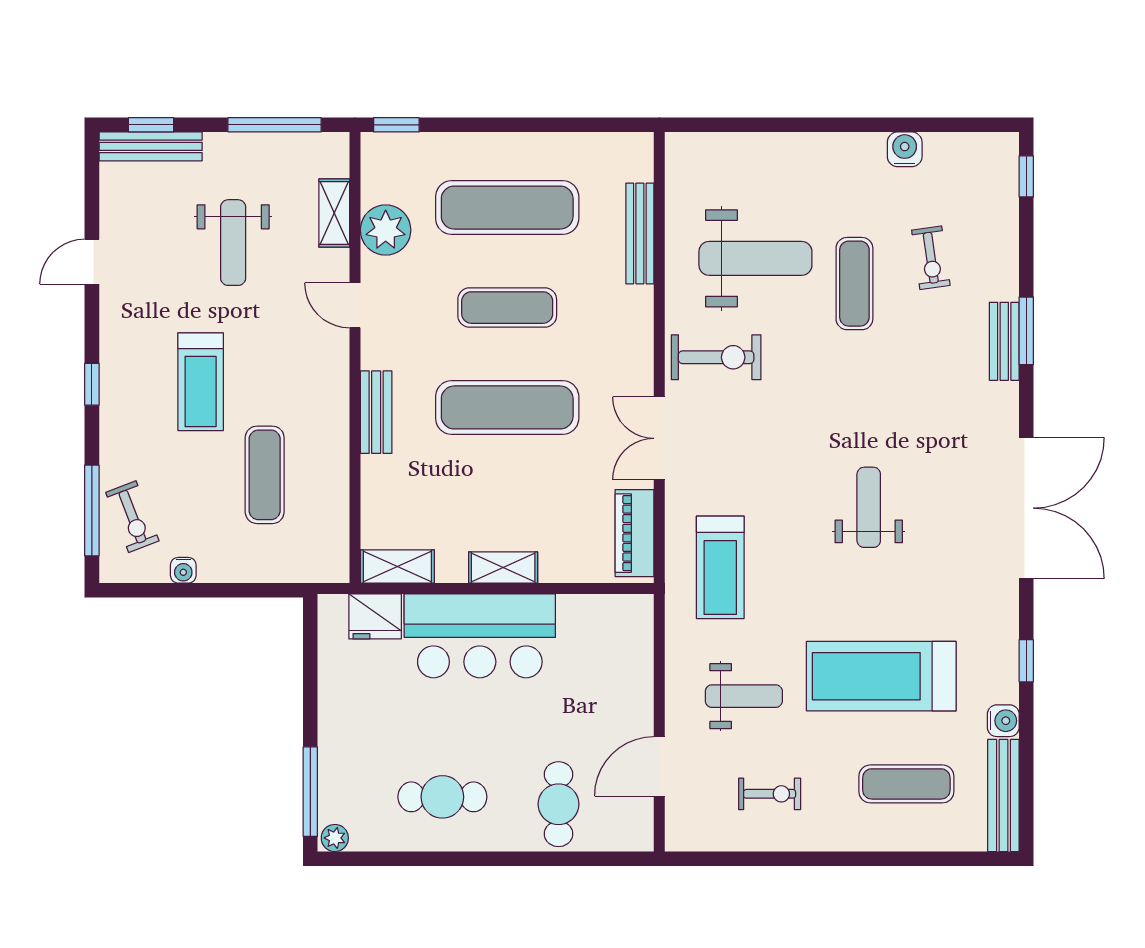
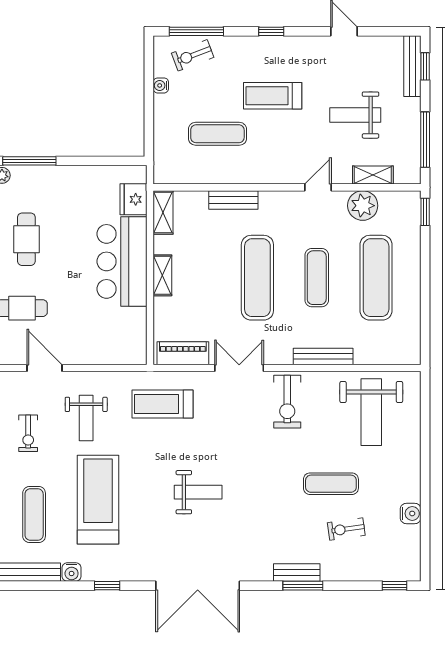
bench: (640, 233) -> (323, 356), moved
weight bench: (755, 258) -> (371, 412), moved
bench: (376, 412) -> (233, 200), moved

